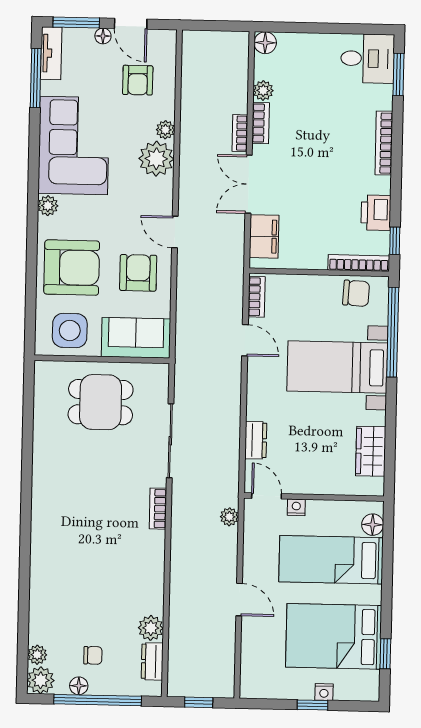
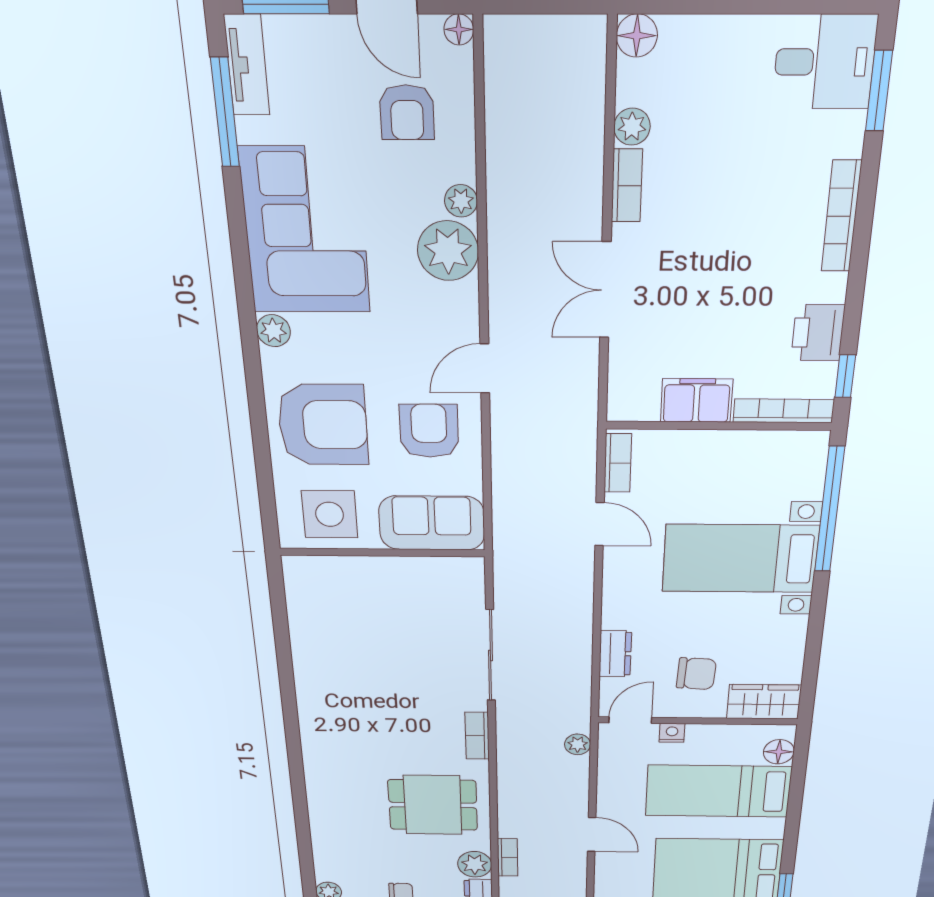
floor lamp: (103, 36) -> (459, 29), moved
bookcase: (240, 133) -> (508, 857), moved, turned 180
door: (175, 232) -> (485, 368), hinge flipped
filing cabinet: (264, 236) -> (697, 400), moved, turned -90
chair: (356, 293) -> (696, 674), moved
dining table: (101, 402) -> (433, 805), moved
wardrobe: (371, 451) -> (764, 702), moved, turned 90
door: (267, 496) -> (630, 720), hinge flipped

